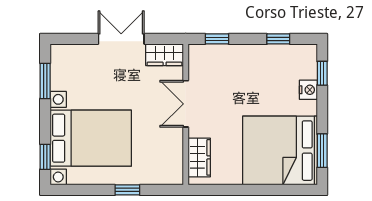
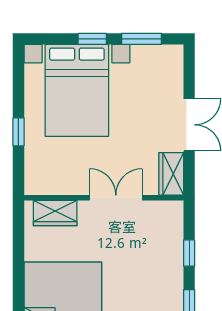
window: (217, 39) -> (189, 253), moved
window: (45, 157) -> (92, 39), moved

